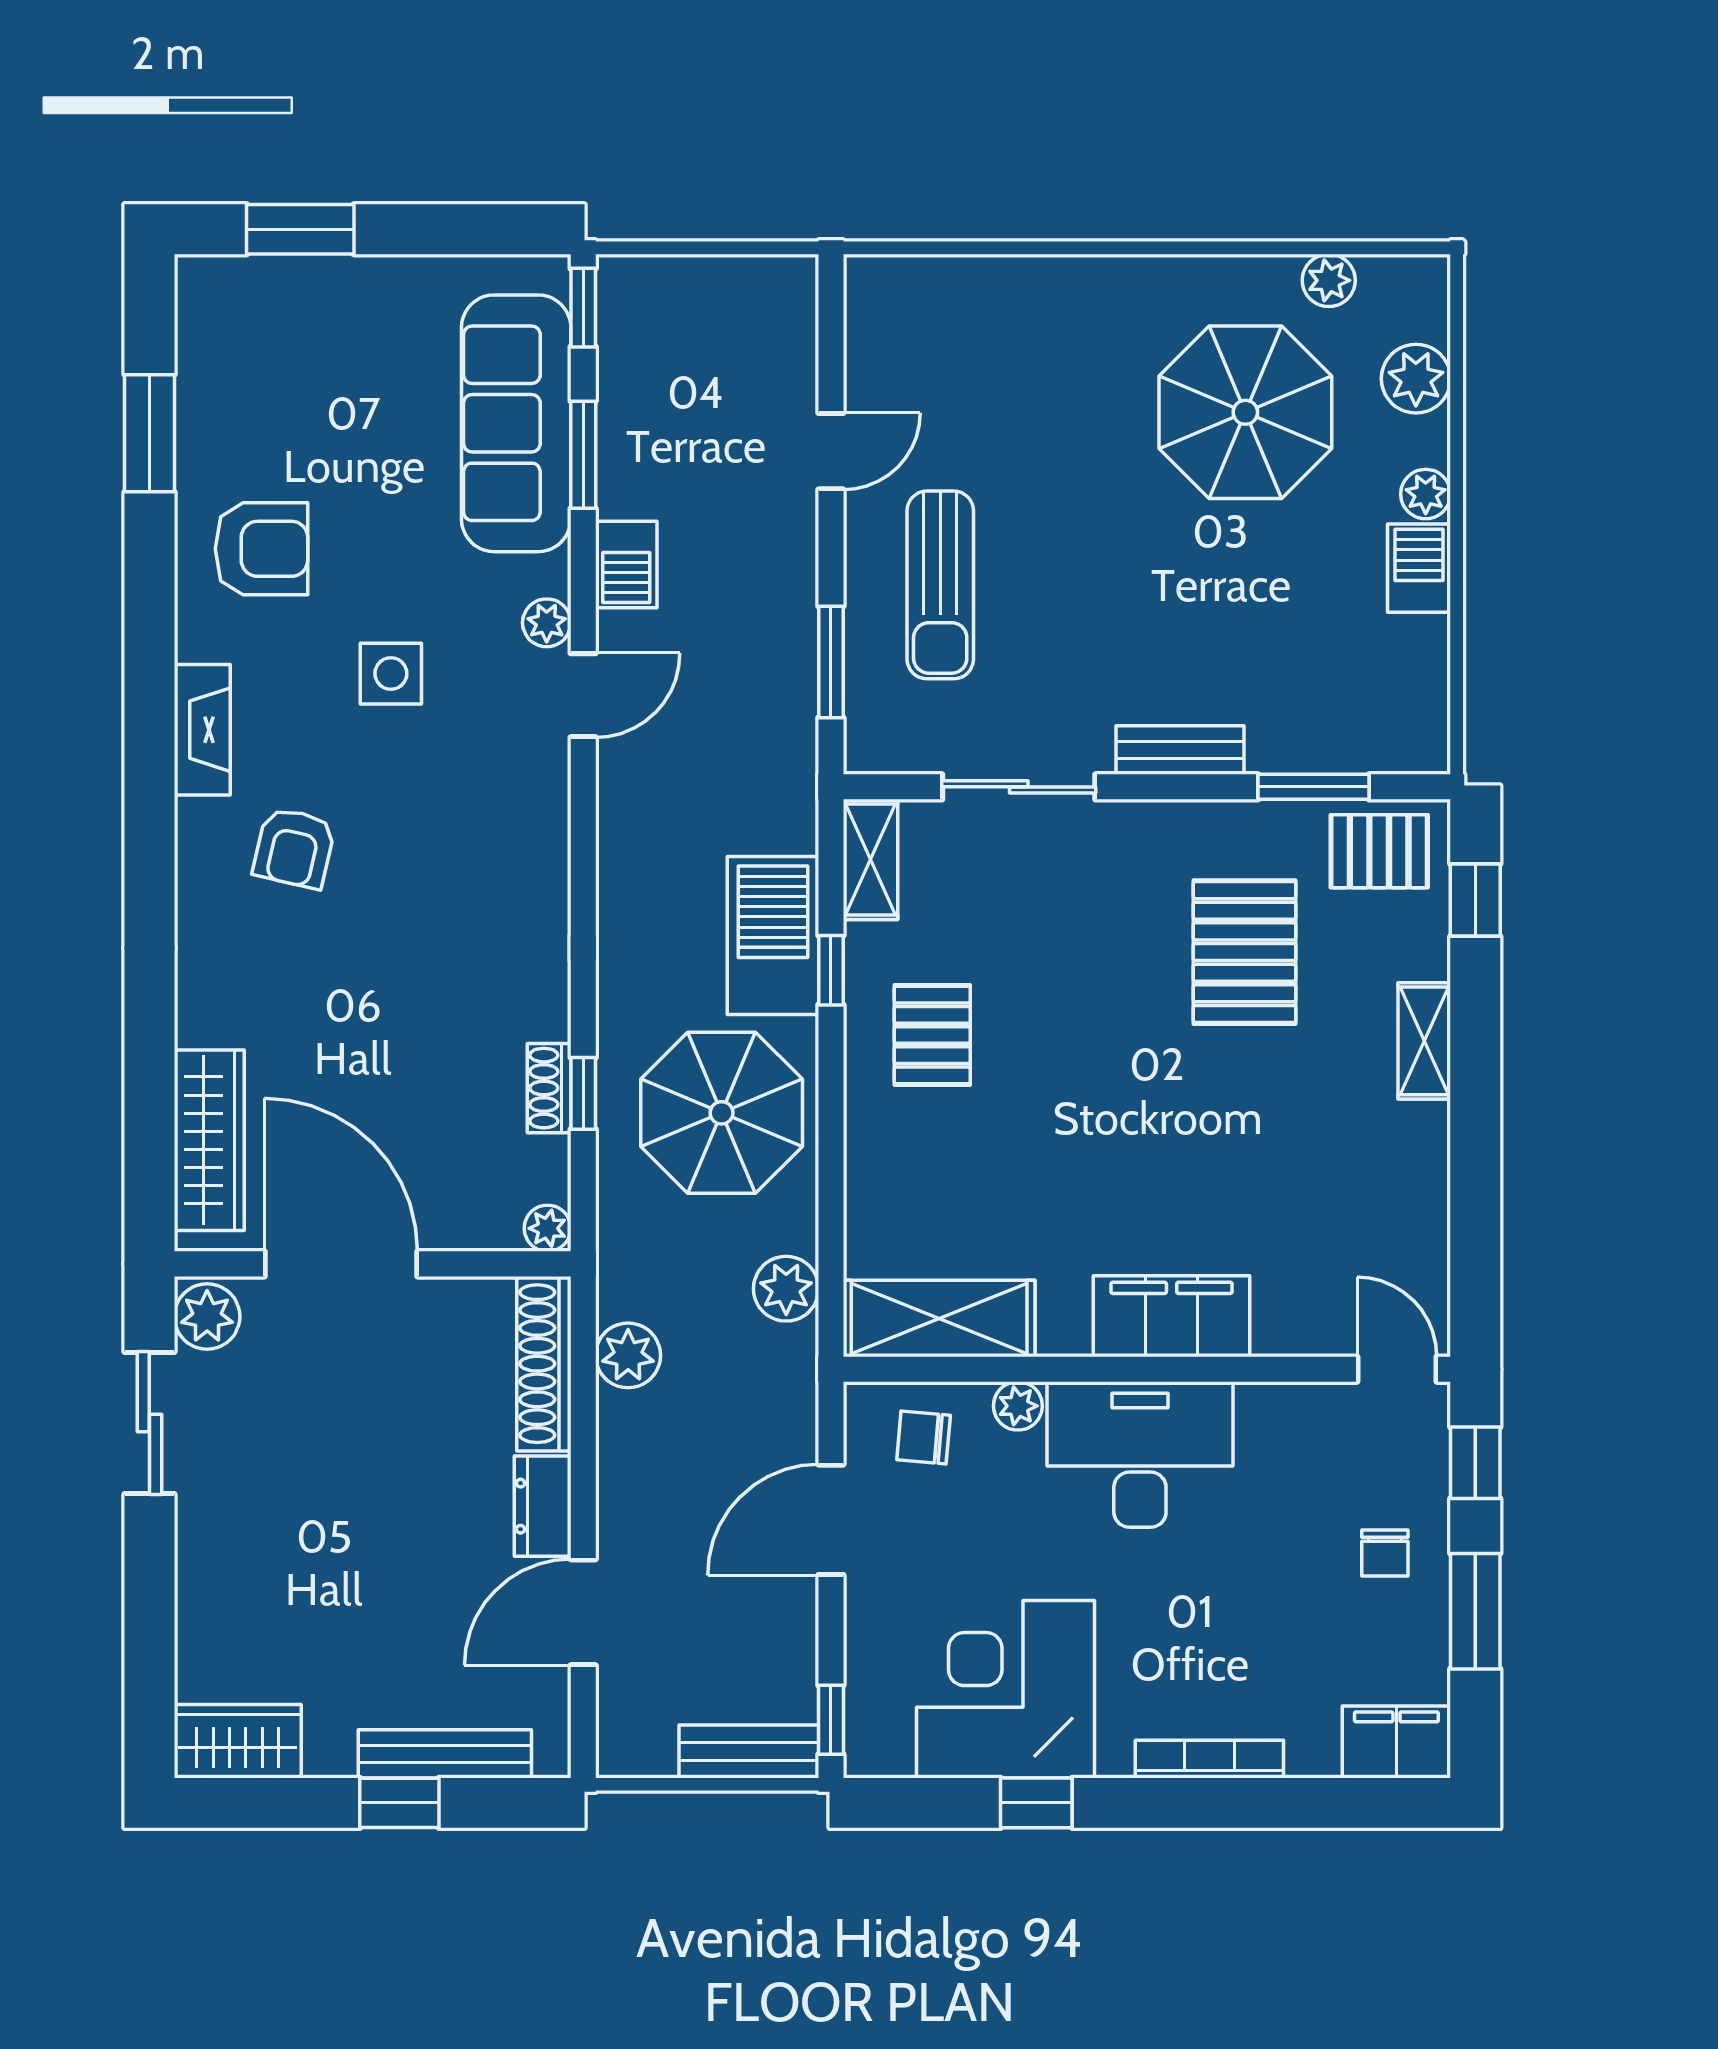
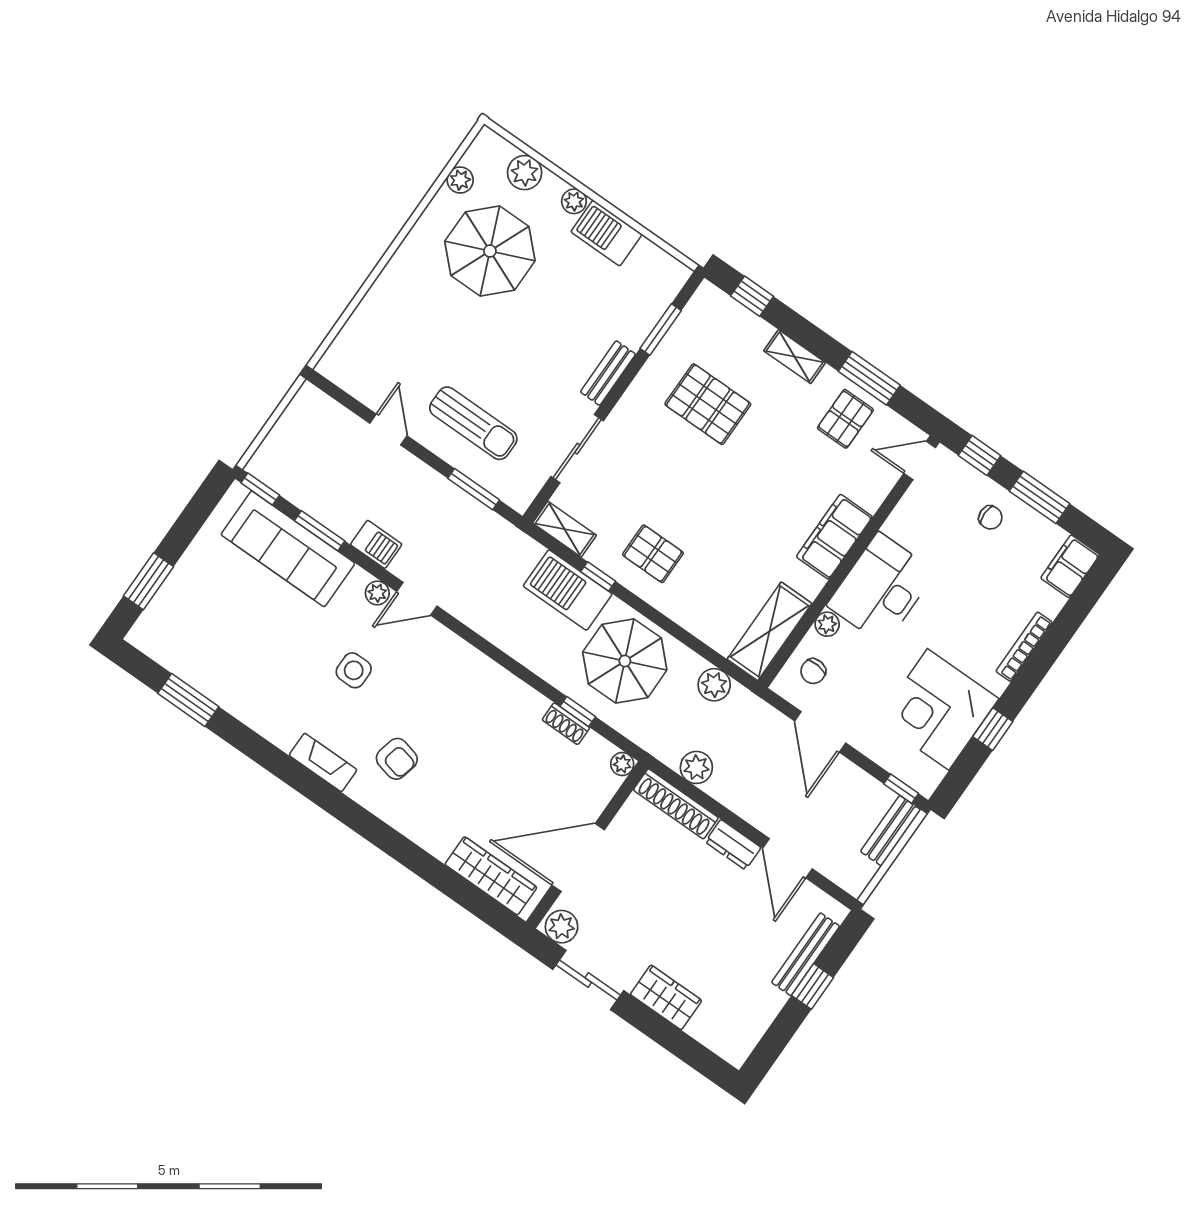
armchair: (262, 549) -> (267, 687), removed
barbecue: (1419, 568) -> (606, 233), width x1.38, depth x1.27
door: (583, 695) -> (417, 599), swing flipped
pallet: (1379, 851) -> (845, 419), moved
window: (1475, 1190) -> (869, 378), added
wardrobe: (238, 1741) -> (666, 997), moved, turned 90

